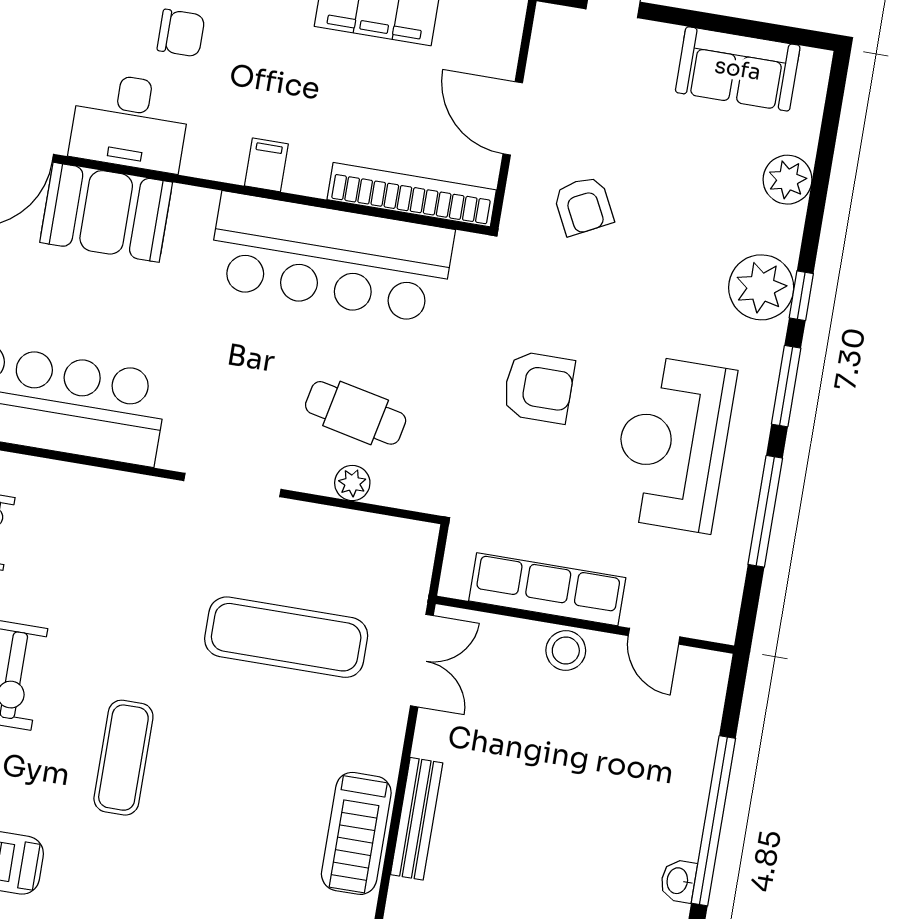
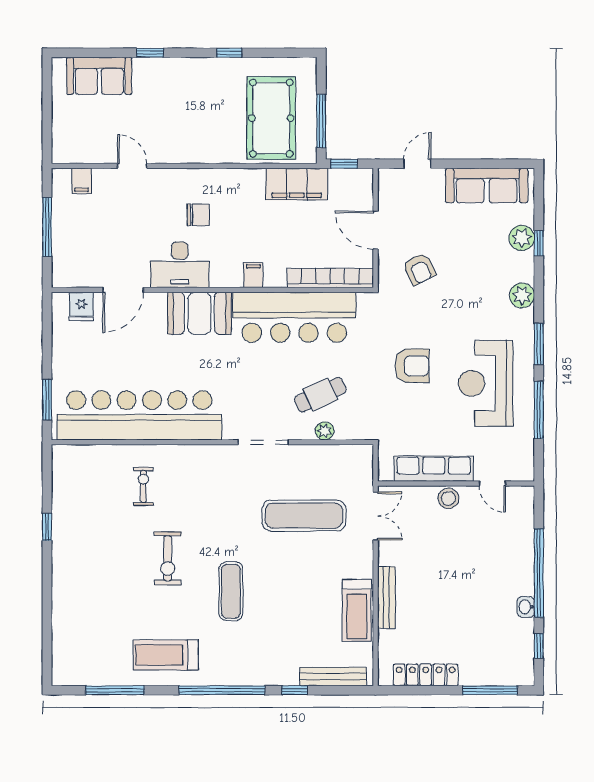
sofa: (738, 69) -> (487, 186), width x1.36
booth: (106, 212) -> (199, 313), moved
plant: (761, 287) -> (522, 295), width x0.73, depth x0.73
window: (801, 296) -> (539, 243), moved
cafe table: (356, 413) -> (320, 395), turned -37

